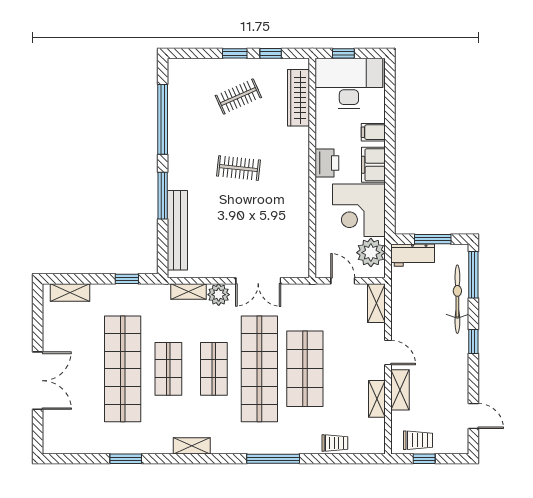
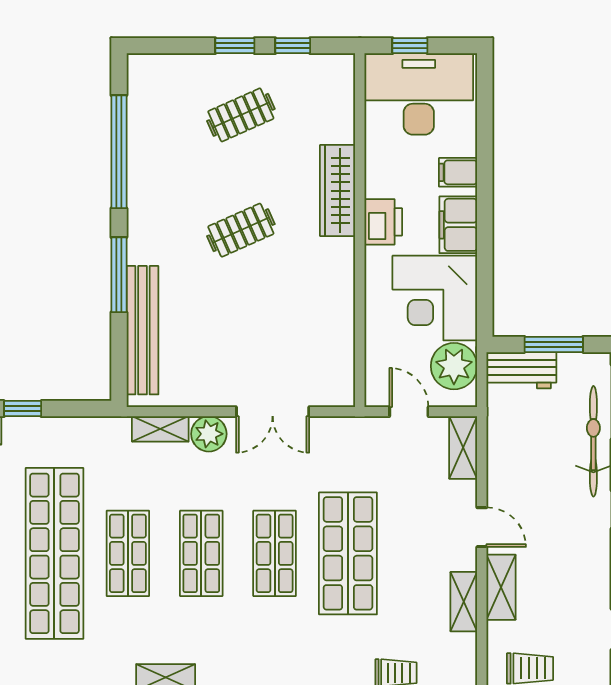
wardrobe: (299, 98) -> (338, 191), moved
clothes rail: (238, 168) -> (241, 230), turned -30
window: (127, 279) -> (23, 409), moved
shop shelf: (259, 369) -> (275, 553), width x0.50, depth x0.74

